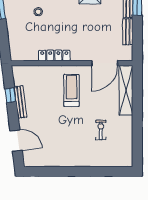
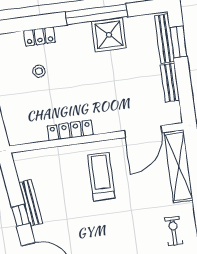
window: (10, 95) -> (21, 215), moved
exercise bike: (101, 130) -> (174, 231), moved

